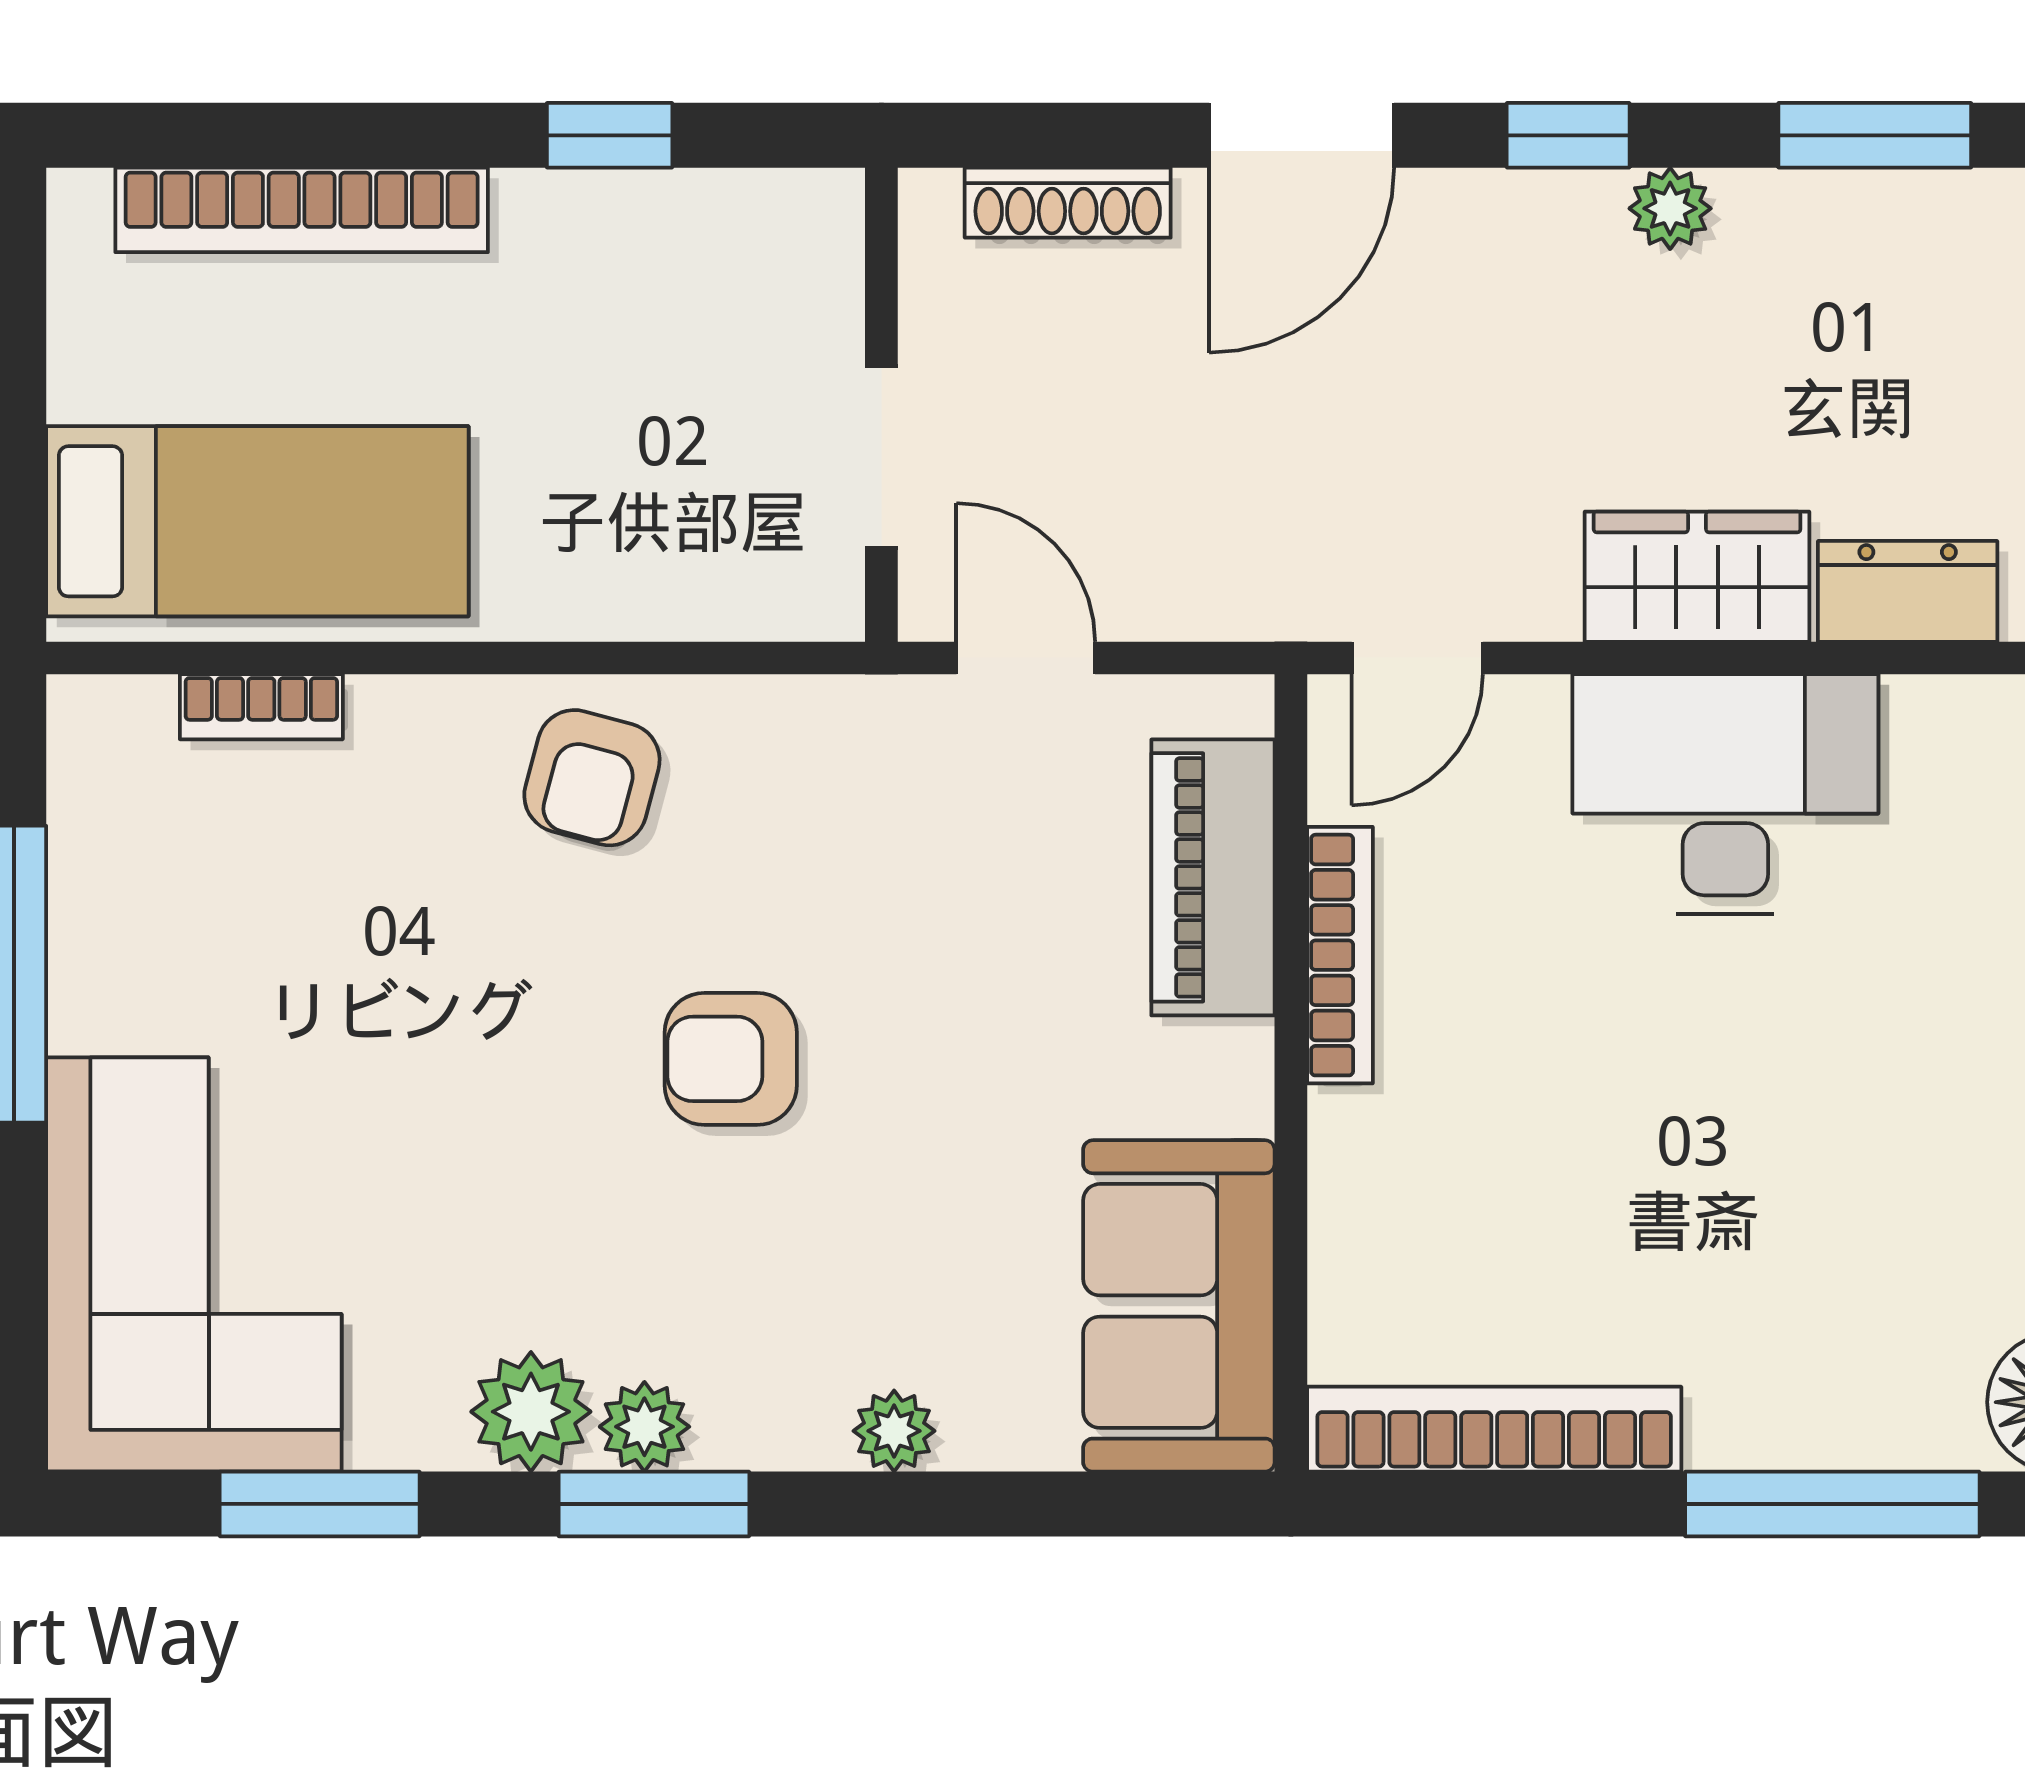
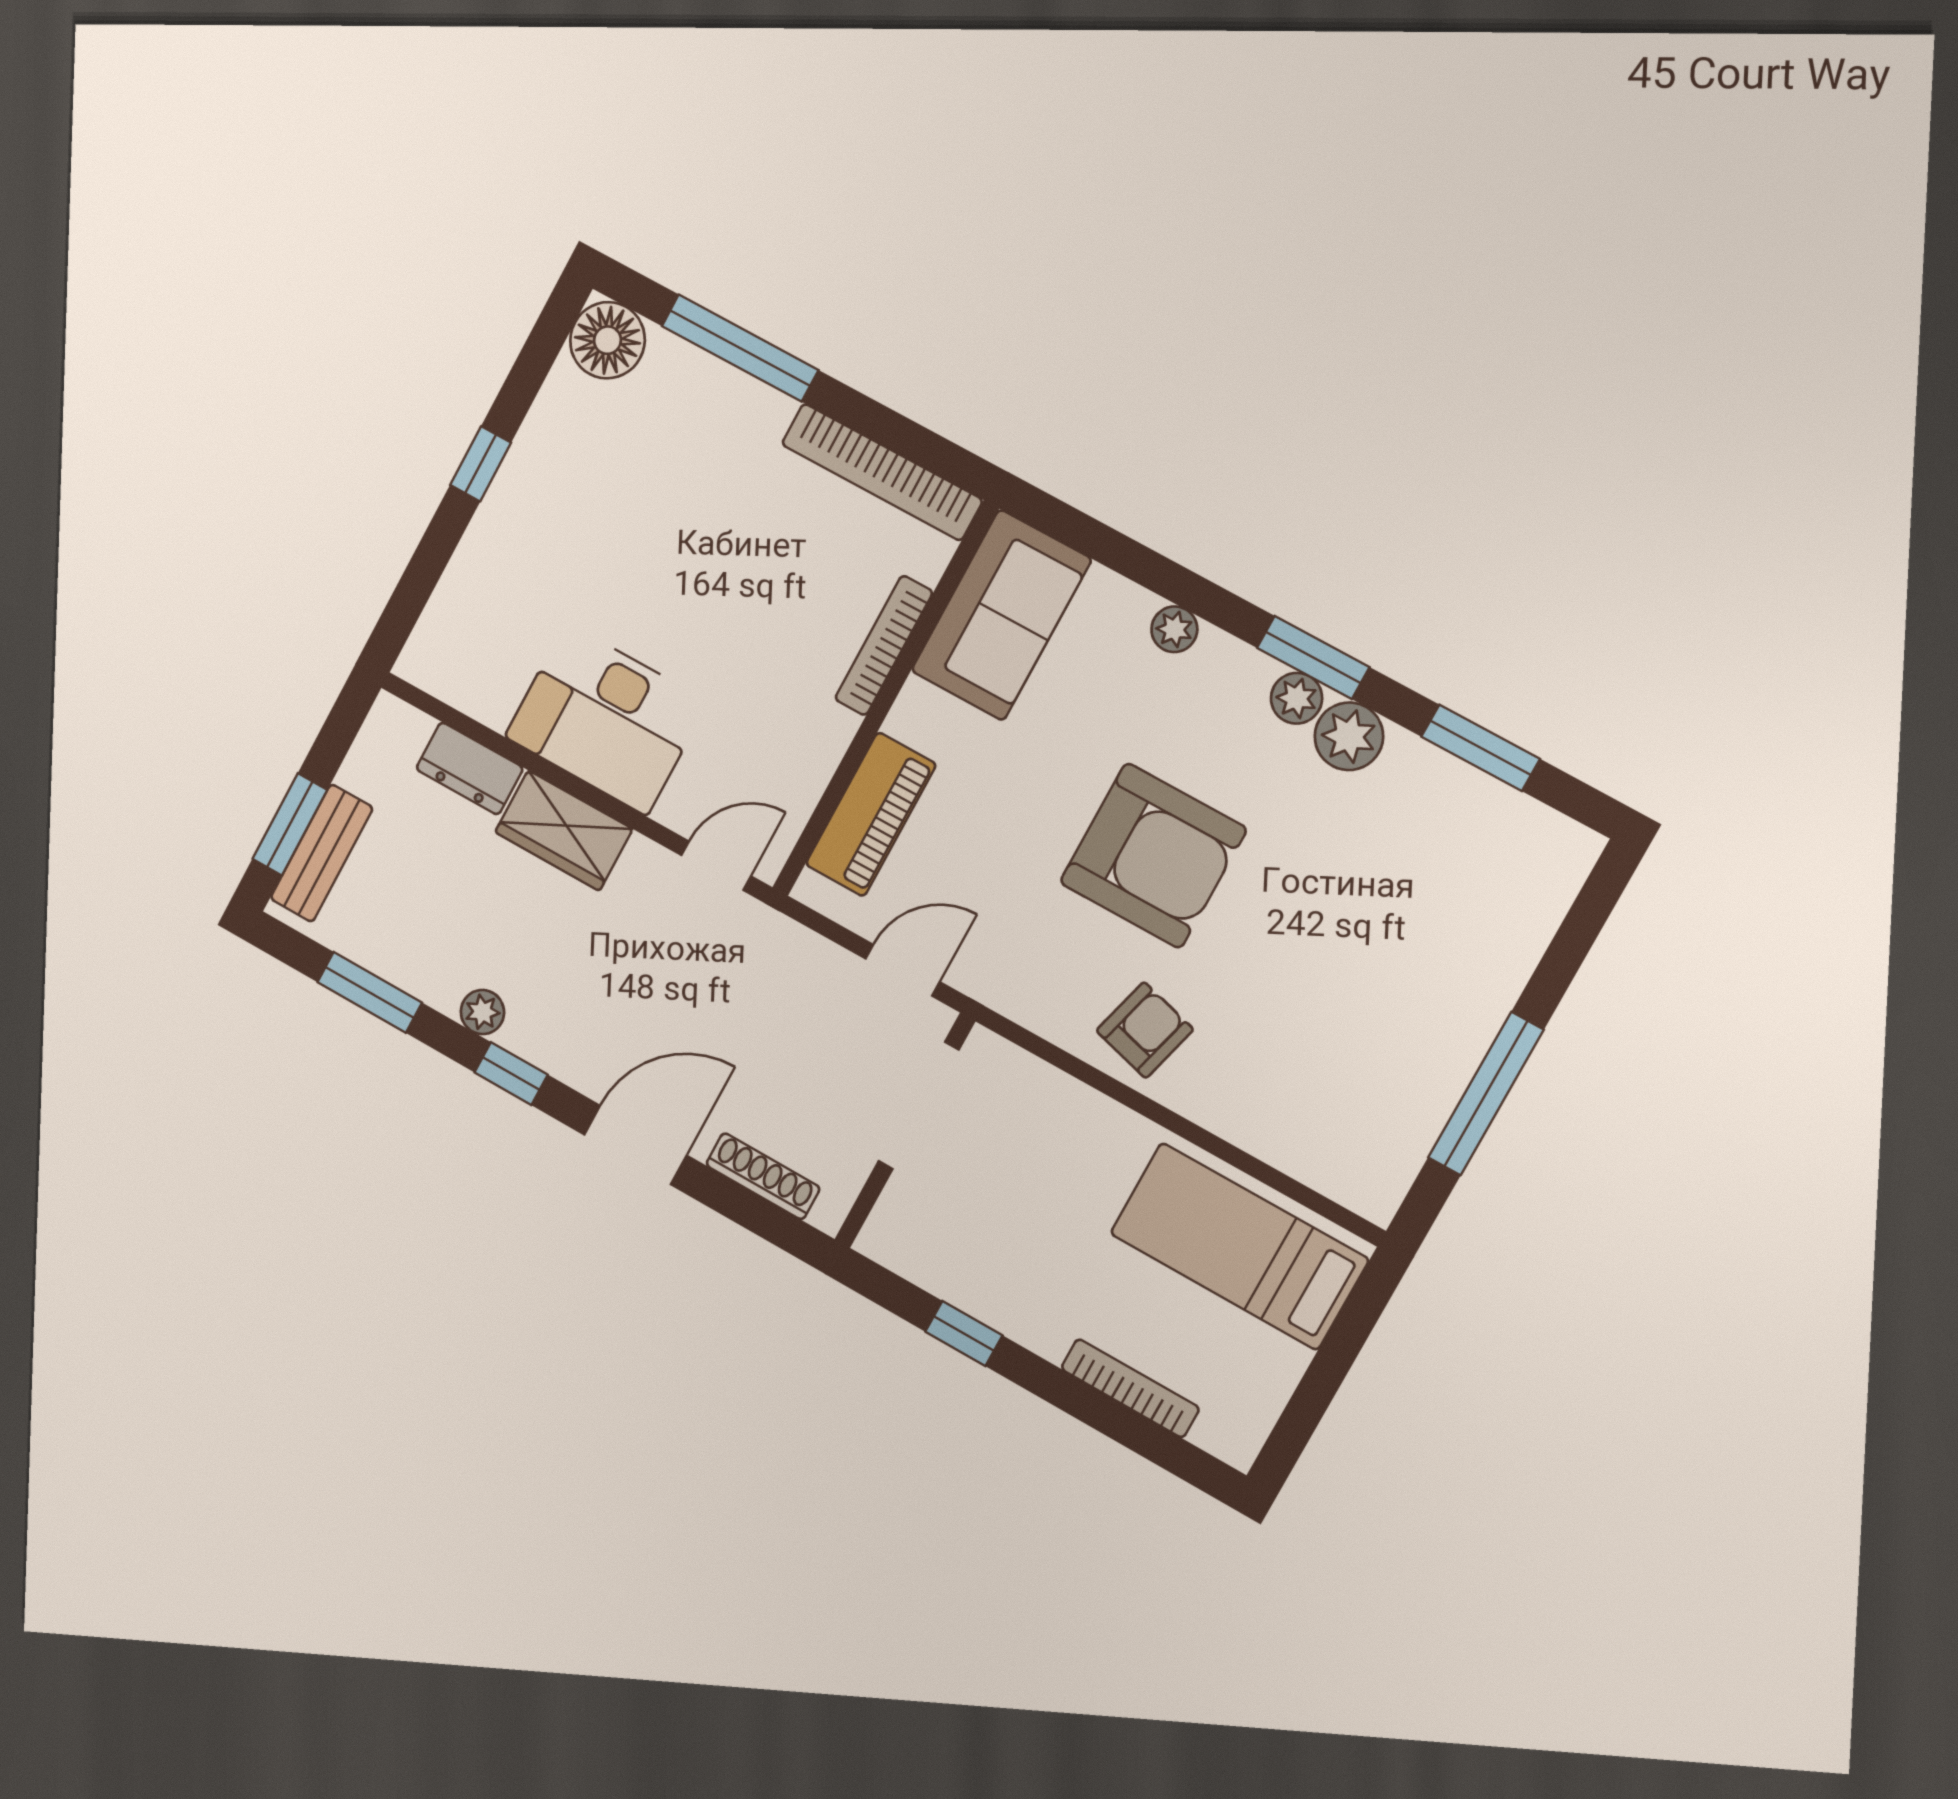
bookcase: (302, 210) -> (1130, 1388), width x0.68, depth x0.76
doorway: (881, 457) -> (919, 1106), width x1.38
door: (1026, 658) -> (903, 970), swing flipped
bookcase: (261, 707) -> (1288, 1155), removed
bookcase: (1340, 955) -> (884, 645), moved
armchair: (731, 1059) -> (1153, 856), width x1.88, depth x1.88
corner sofa: (194, 1264) -> (1477, 901), removed

